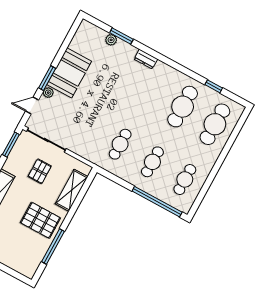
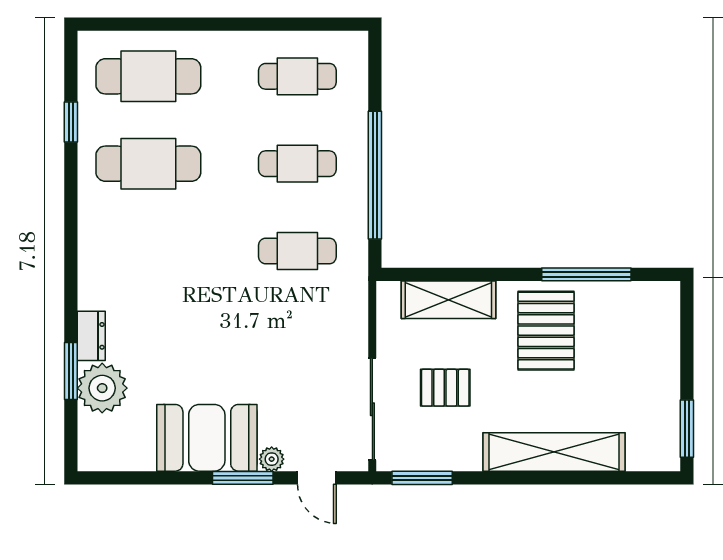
plant: (111, 40) -> (102, 388), width x1.88, depth x1.88
dresser: (146, 59) -> (91, 336), moved
window: (157, 202) -> (375, 175), moved

